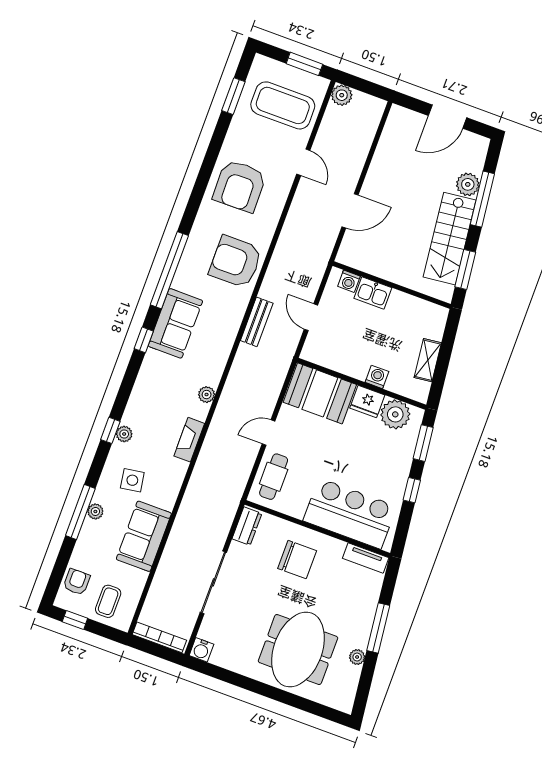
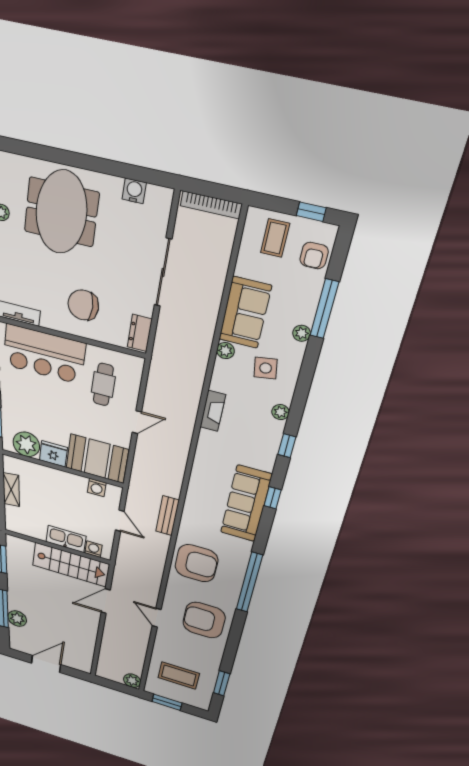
coffee table: (283, 105) -> (179, 676), width x0.73, depth x0.76
door: (303, 162) -> (157, 618), moved
armchair: (239, 186) -> (204, 620), turned -89
stairs: (450, 239) -> (71, 565), moved, turned 97
window: (169, 270) -> (249, 582), moved
kitchen sink: (373, 293) -> (66, 539), width x1.38
sofa: (175, 323) -> (246, 504), width x1.36
washing machine: (377, 377) -> (97, 488), moved
plant: (207, 395) -> (225, 351), moved
window: (110, 430) -> (287, 446), moved
cafe table: (274, 477) -> (103, 385), moved
window: (80, 512) -> (324, 309), moved
water cooler: (201, 650) -> (134, 191), moved

